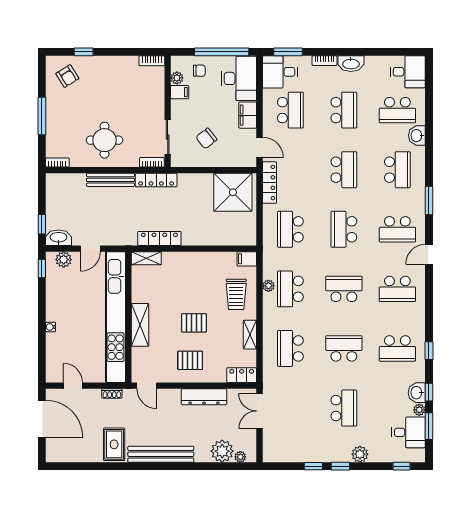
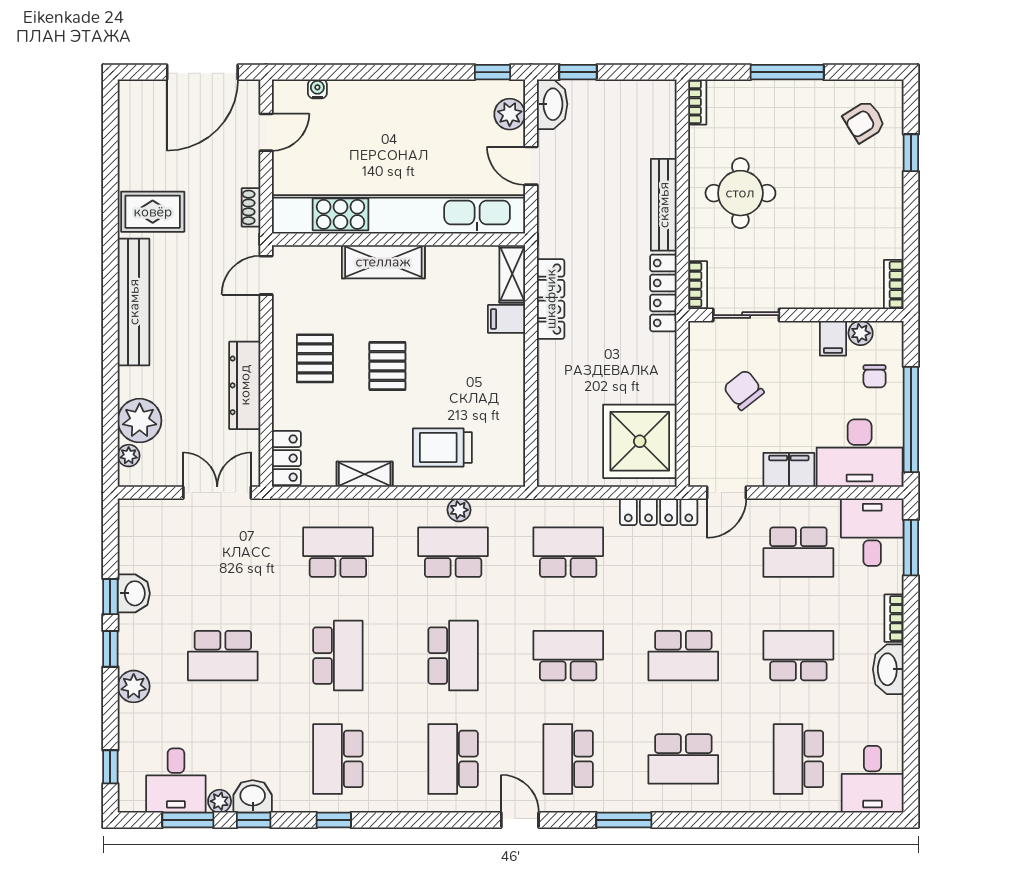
school desk: (344, 110) -> (798, 656), turned 180
washbasin: (417, 136) -> (134, 593), moved, turned 90
filing cabinet: (247, 259) -> (507, 319), moved, turned -90
water cooler: (51, 327) -> (317, 89), moved

